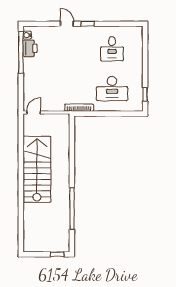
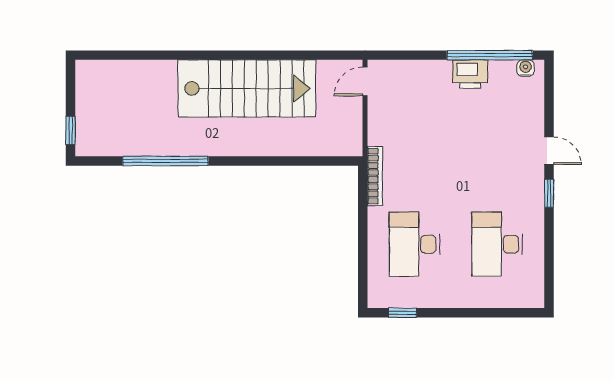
door: (67, 24) -> (549, 151), hinge flipped
printer: (30, 48) -> (470, 74), moved
desk: (112, 49) -> (497, 244), width x1.37
door: (34, 112) -> (365, 81), swing flipped

